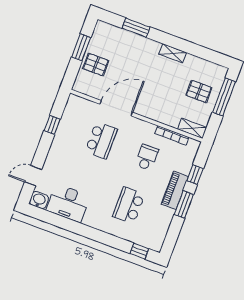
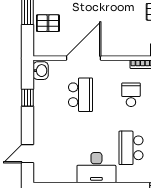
washbasin: (39, 200) -> (41, 71), moved, turned 90
desk: (68, 203) -> (96, 168), moved

